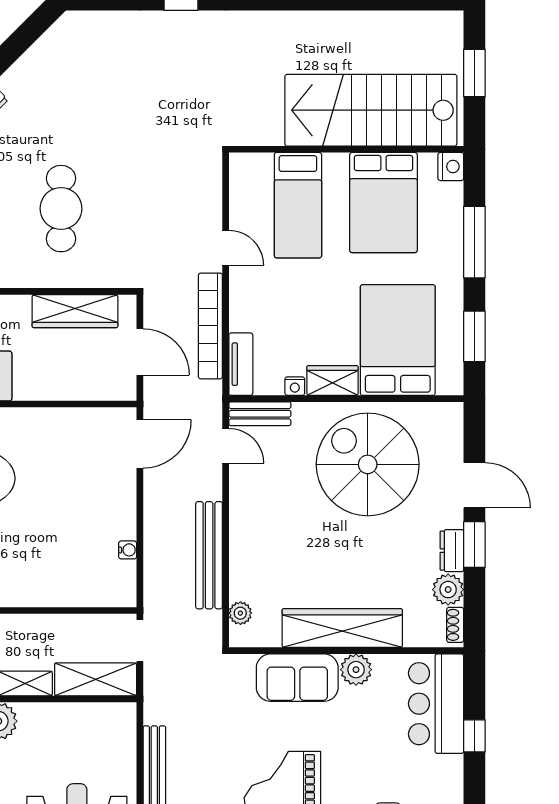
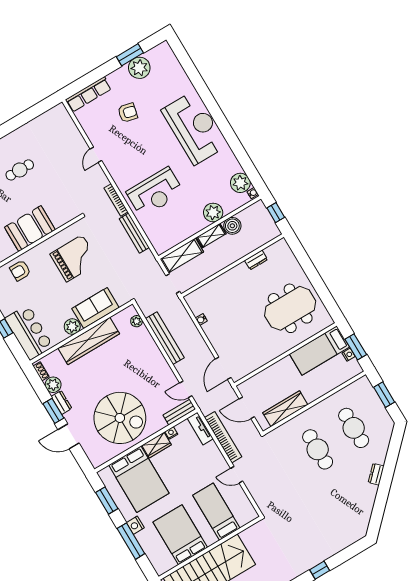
nightstand: (451, 167) -> (135, 525), moved

